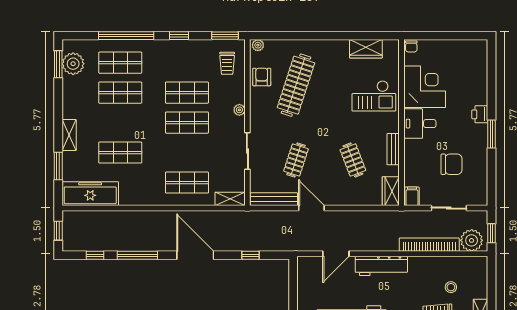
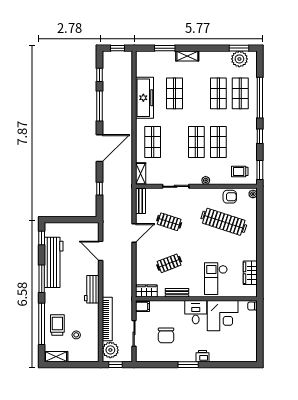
freezer: (90, 194) -> (145, 98), moved
bench: (274, 199) -> (141, 201), width x0.73
workbench: (381, 266) -> (92, 289), width x0.73

